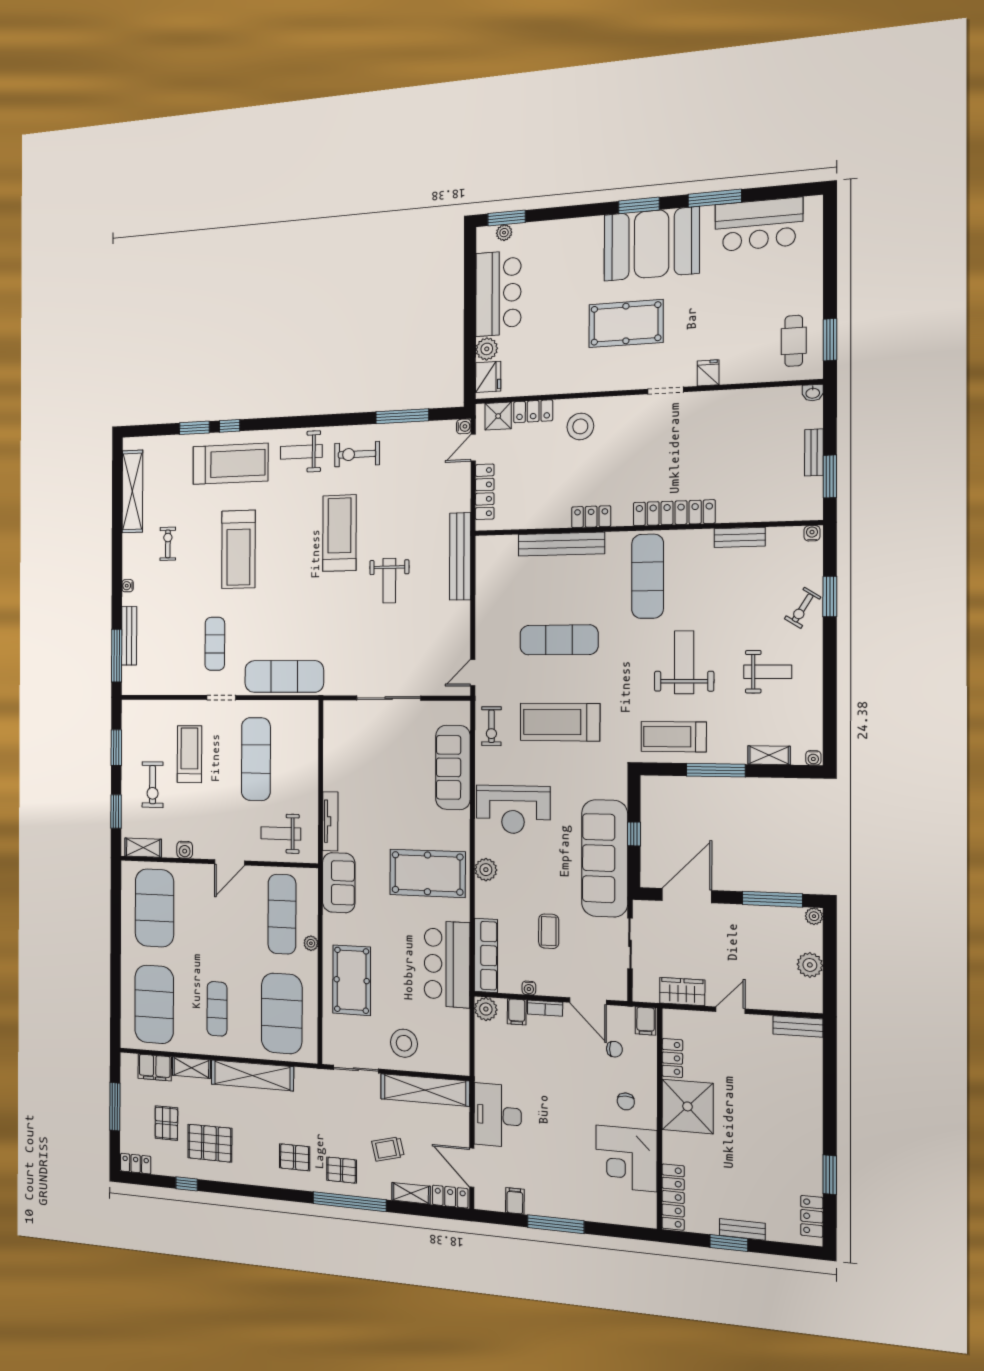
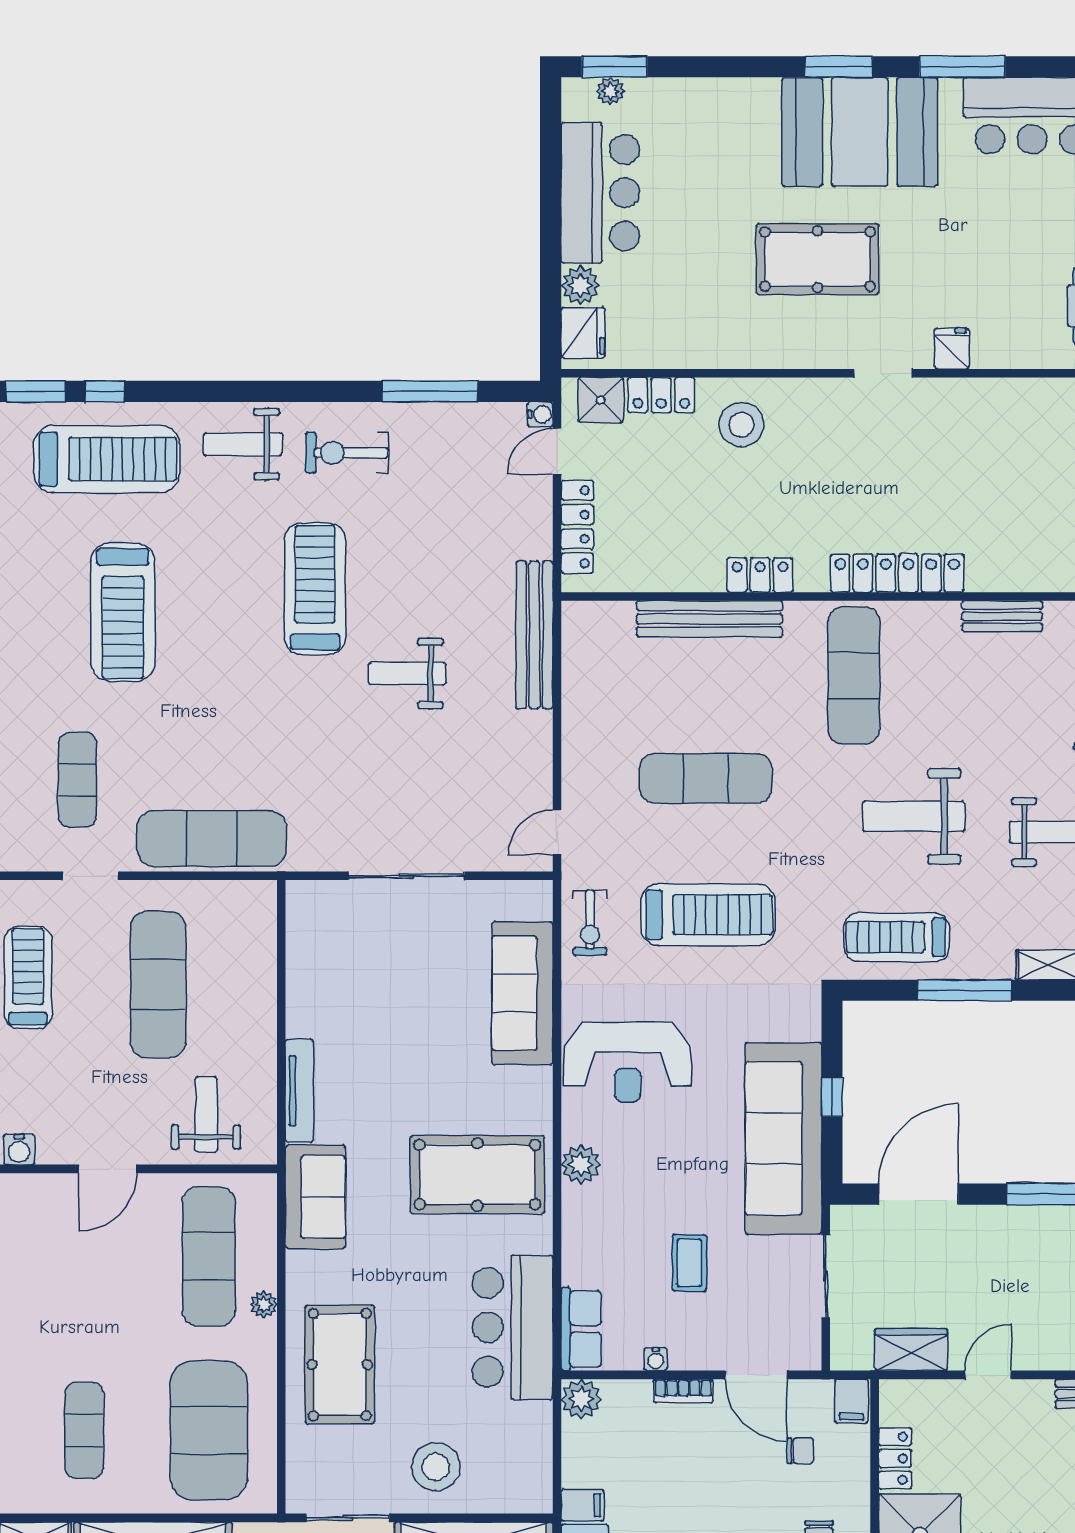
weight bench: (389, 581) -> (407, 674), turned 90
weight bench: (684, 662) -> (914, 816), turned -90
treadmill: (560, 722) -> (708, 915), turned 180
weight bench: (281, 833) -> (206, 1114), turned 90
row of seats: (486, 955) -> (581, 1329), width x0.68
filing cabinet: (517, 1012) -> (582, 1505), moved, turned -90

